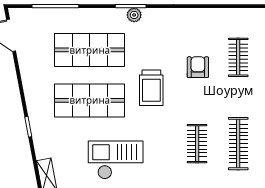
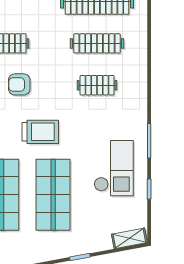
checkout: (116, 160) -> (114, 168), turned 180

